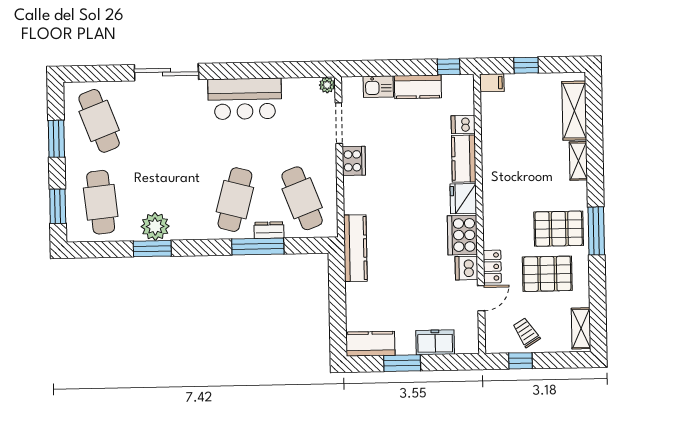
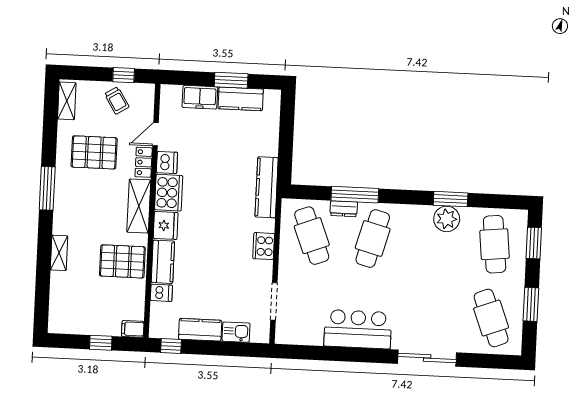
plant: (327, 85) -> (282, 337), removed
shelving: (574, 111) -> (139, 206), moved
cooker: (354, 161) -> (264, 246), moved
pallet: (559, 229) -> (122, 261), moved
kitchen counter: (370, 344) -> (241, 99), moved

